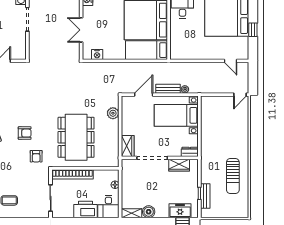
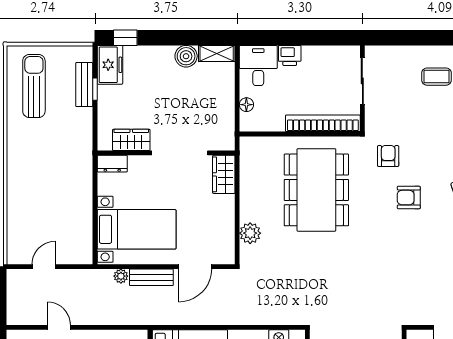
door: (231, 61) -> (59, 327), moved
door: (240, 95) -> (44, 267), moved
sun lounger: (233, 176) -> (34, 86), moved
printer: (86, 209) -> (290, 55), width x0.53, depth x0.68
freezer: (180, 211) -> (110, 65), moved, turned -90

